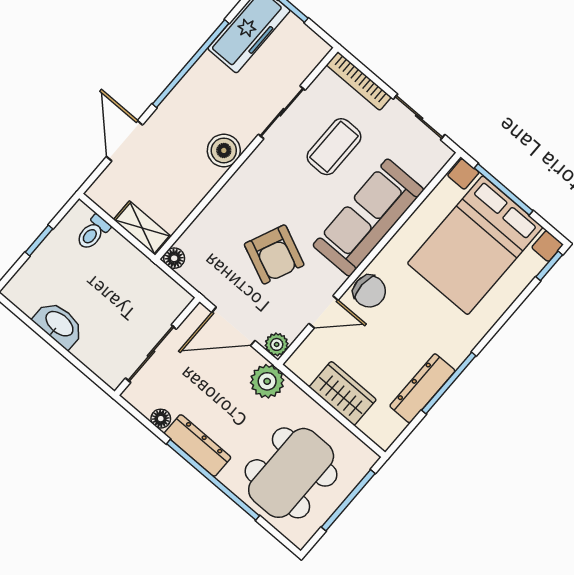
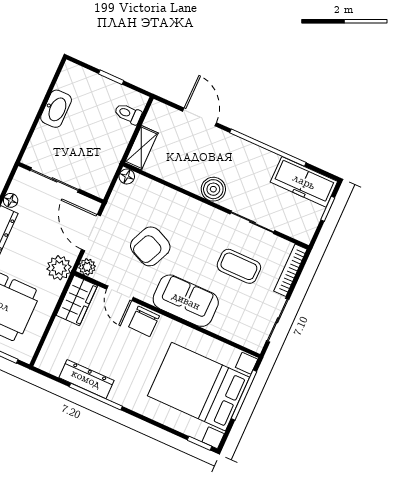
door: (125, 141) -> (200, 117), hinge flipped
sofa: (368, 217) -> (186, 301), width x0.73
wardrobe: (343, 393) -> (77, 300), moved

